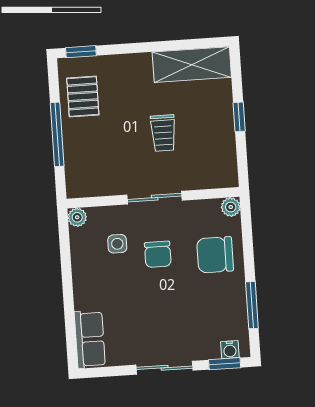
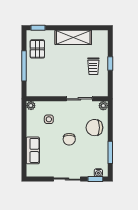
shelving: (192, 65) -> (73, 37), moved
trolley: (163, 133) -> (93, 66), moved
sliding door: (155, 198) -> (79, 99), moved
chair: (158, 254) -> (69, 139), moved
row of seats: (90, 339) -> (33, 150), moved

